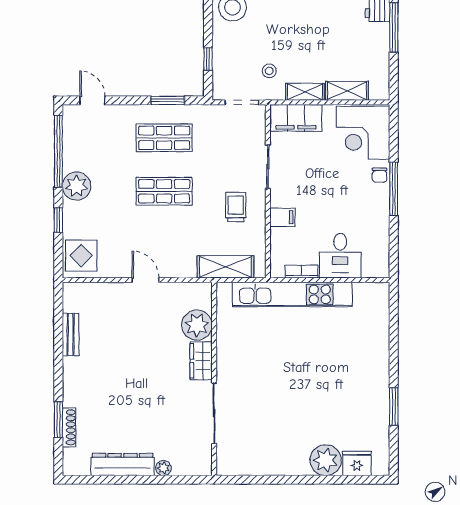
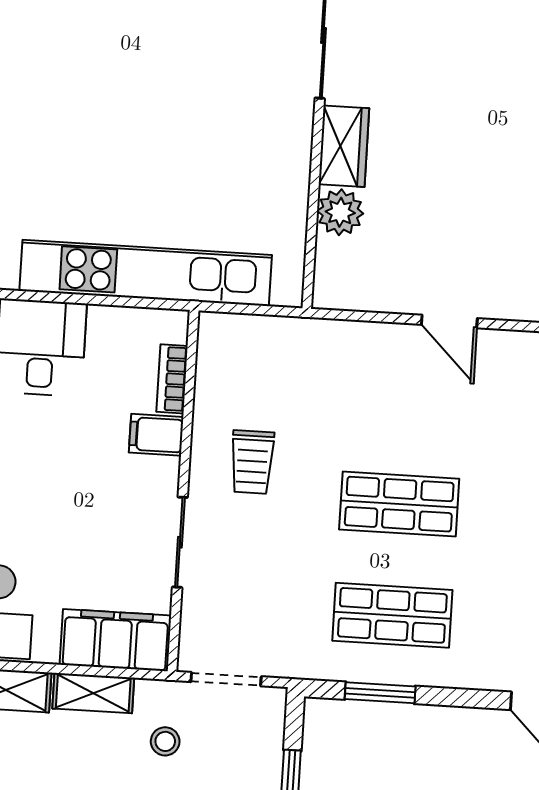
shelving: (225, 267) -> (281, 339), removed
bookcase: (302, 272) -> (172, 379), moved, turned 90
plant: (197, 325) -> (340, 212), width x0.73, depth x0.73

